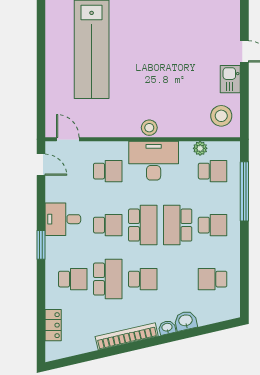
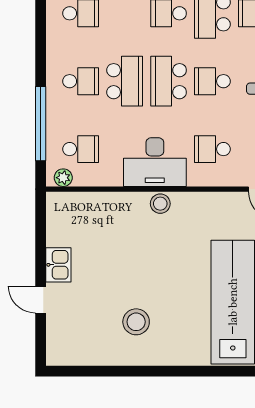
stool: (221, 116) -> (136, 322), moved
plant: (200, 148) -> (63, 178), moved
school desk: (213, 171) -> (81, 149), turned 180
school desk: (213, 225) -> (81, 81), turned 180

